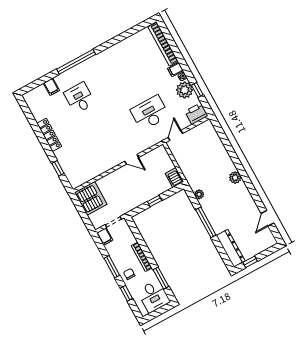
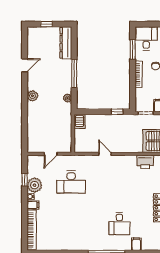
printer: (196, 114) -> (145, 162), moved
door: (175, 135) -> (51, 154), moved
window: (155, 201) -> (117, 112), moved
door: (267, 218) -> (25, 65), moved
window: (250, 262) -> (47, 24), moved

